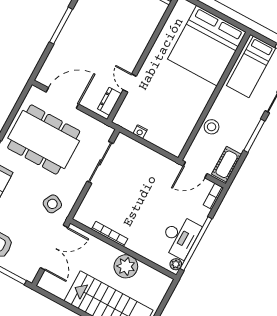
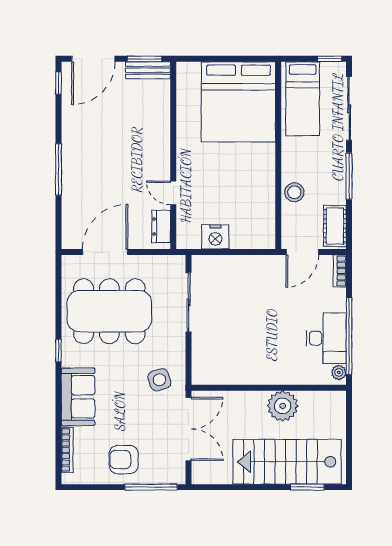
nightstand: (140, 132) -> (215, 237), width x1.89, depth x1.79
side table: (52, 204) -> (159, 380), turned 45
bookcase: (110, 234) -> (244, 379), removed

